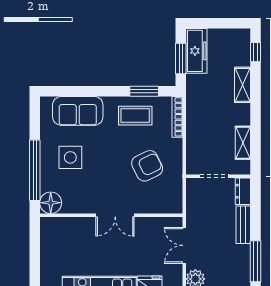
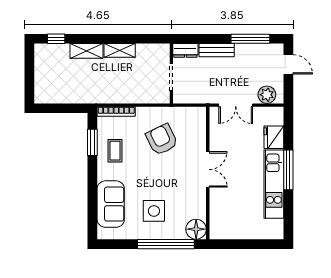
freezer: (196, 51) -> (55, 94), removed
window: (181, 58) -> (62, 108), removed
coffee table: (135, 116) -> (115, 151), width x0.73, depth x0.77
shelving: (243, 143) -> (120, 50), moved

